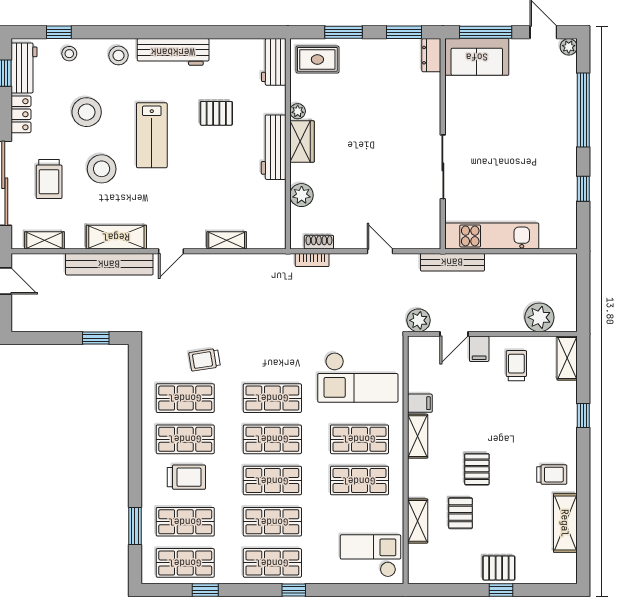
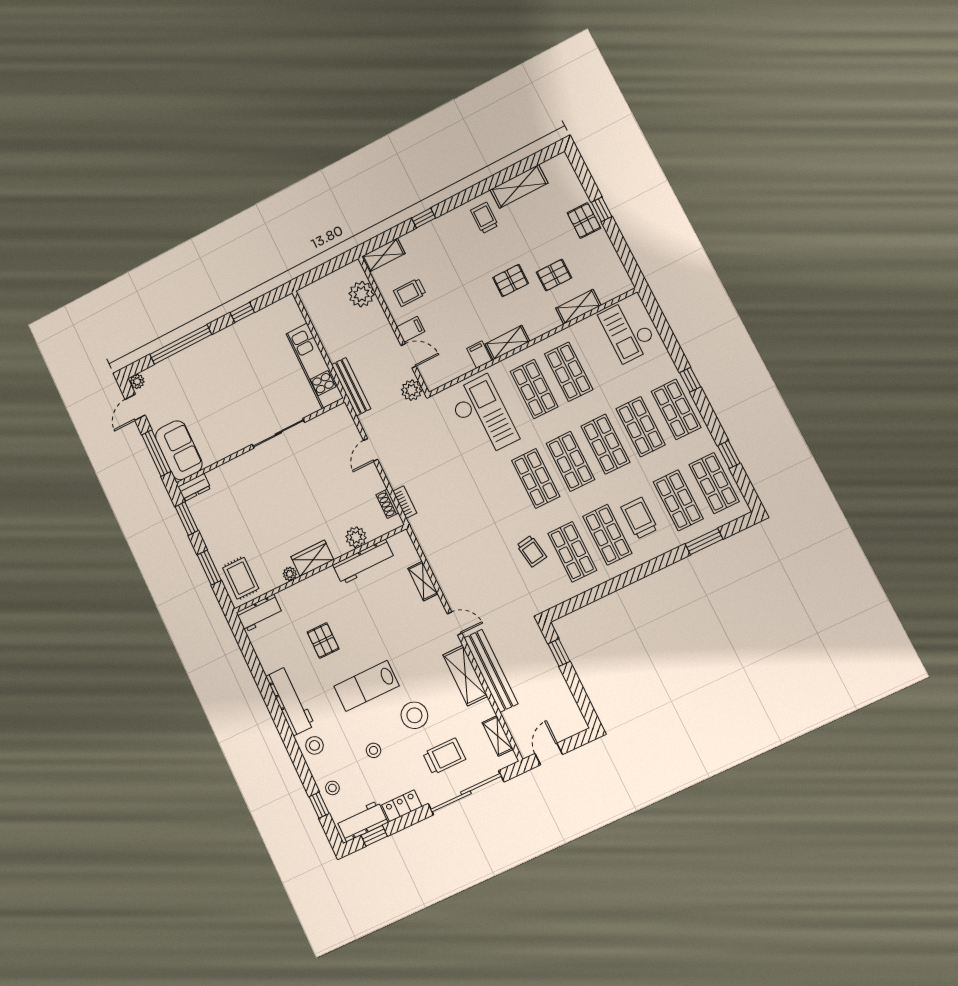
stool: (87, 112) -> (374, 750), width x0.53, depth x0.53
lab bench: (152, 135) -> (367, 686), turned 180
workbench: (274, 147) -> (364, 562), moved

